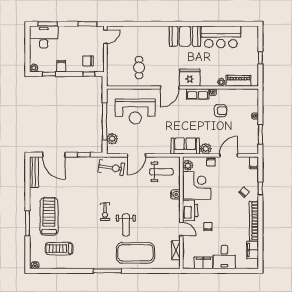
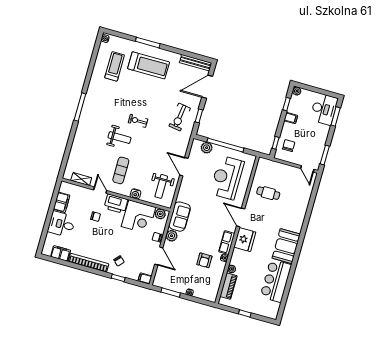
exercise bike: (111, 168) -> (180, 117), moved
weight bench: (126, 225) -> (119, 138), turned 180
door: (181, 229) -> (100, 190), swing flipped
exercise mat: (135, 253) -> (121, 170), moved, width x0.50, depth x0.69

